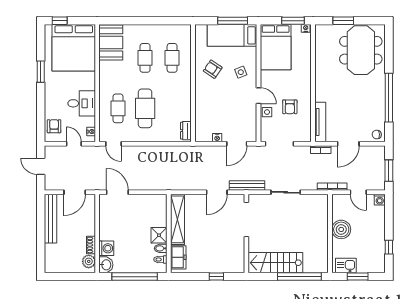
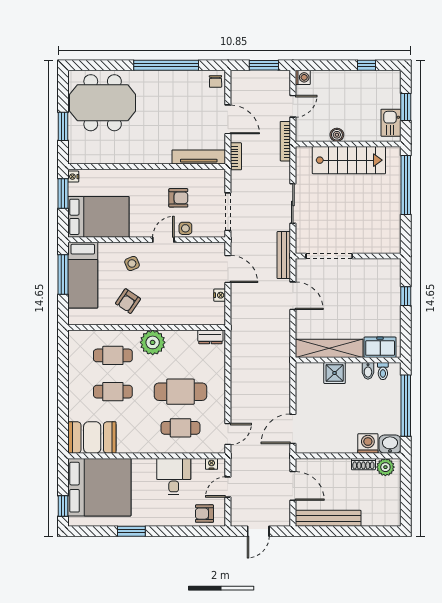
plant: (182, 88) -> (153, 342), added
boiler: (341, 229) -> (337, 135), width x0.54, depth x0.54
shower: (159, 235) -> (335, 373), moved
stairs: (275, 263) -> (349, 160), moved, turned -90

